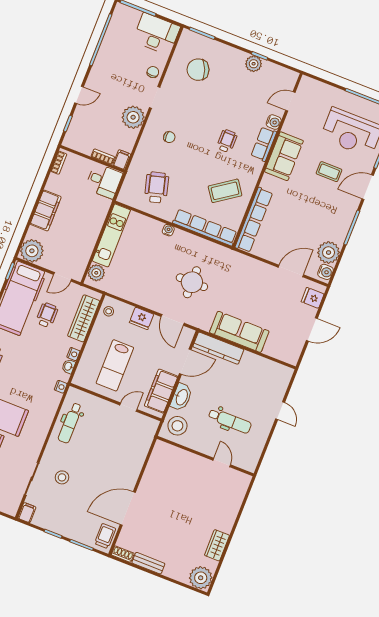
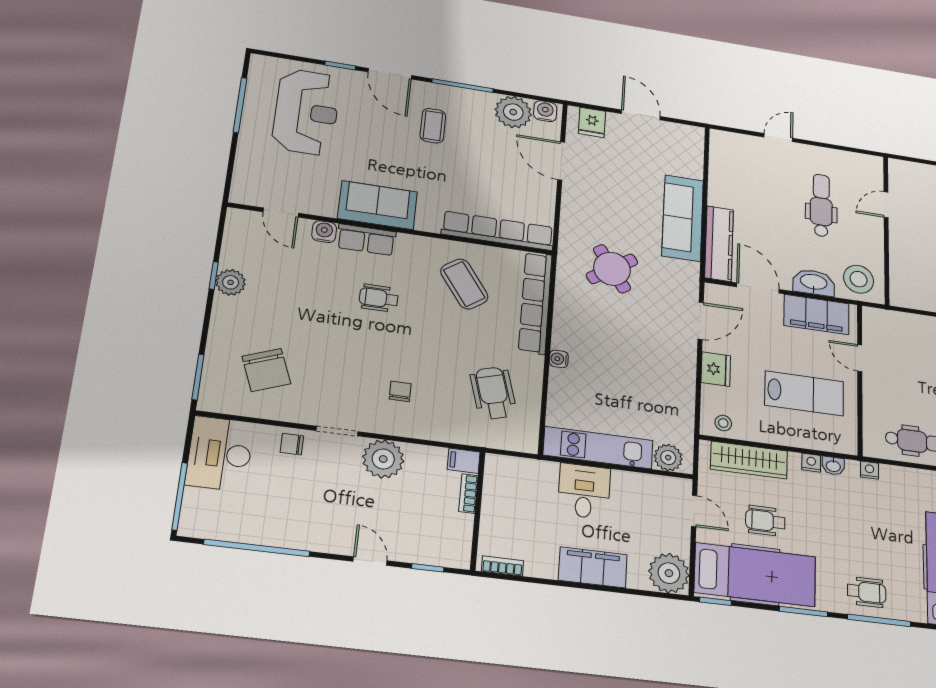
coffee table: (329, 172) -> (433, 126), moved
desk: (104, 181) -> (584, 491), moved
wheelchair: (157, 187) -> (493, 393), turned 89
round table: (192, 282) -> (612, 269), moved, turned -34

